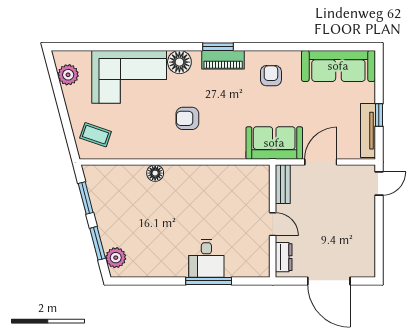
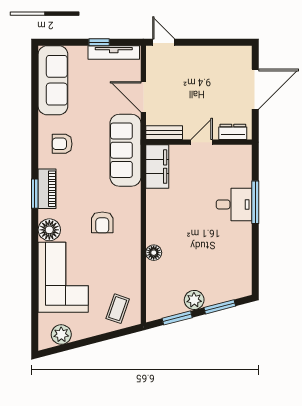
sofa: (274, 143) -> (125, 150), width x1.36
filing cabinet: (247, 177) -> (157, 167), added
plant: (116, 258) -> (194, 300), moved

